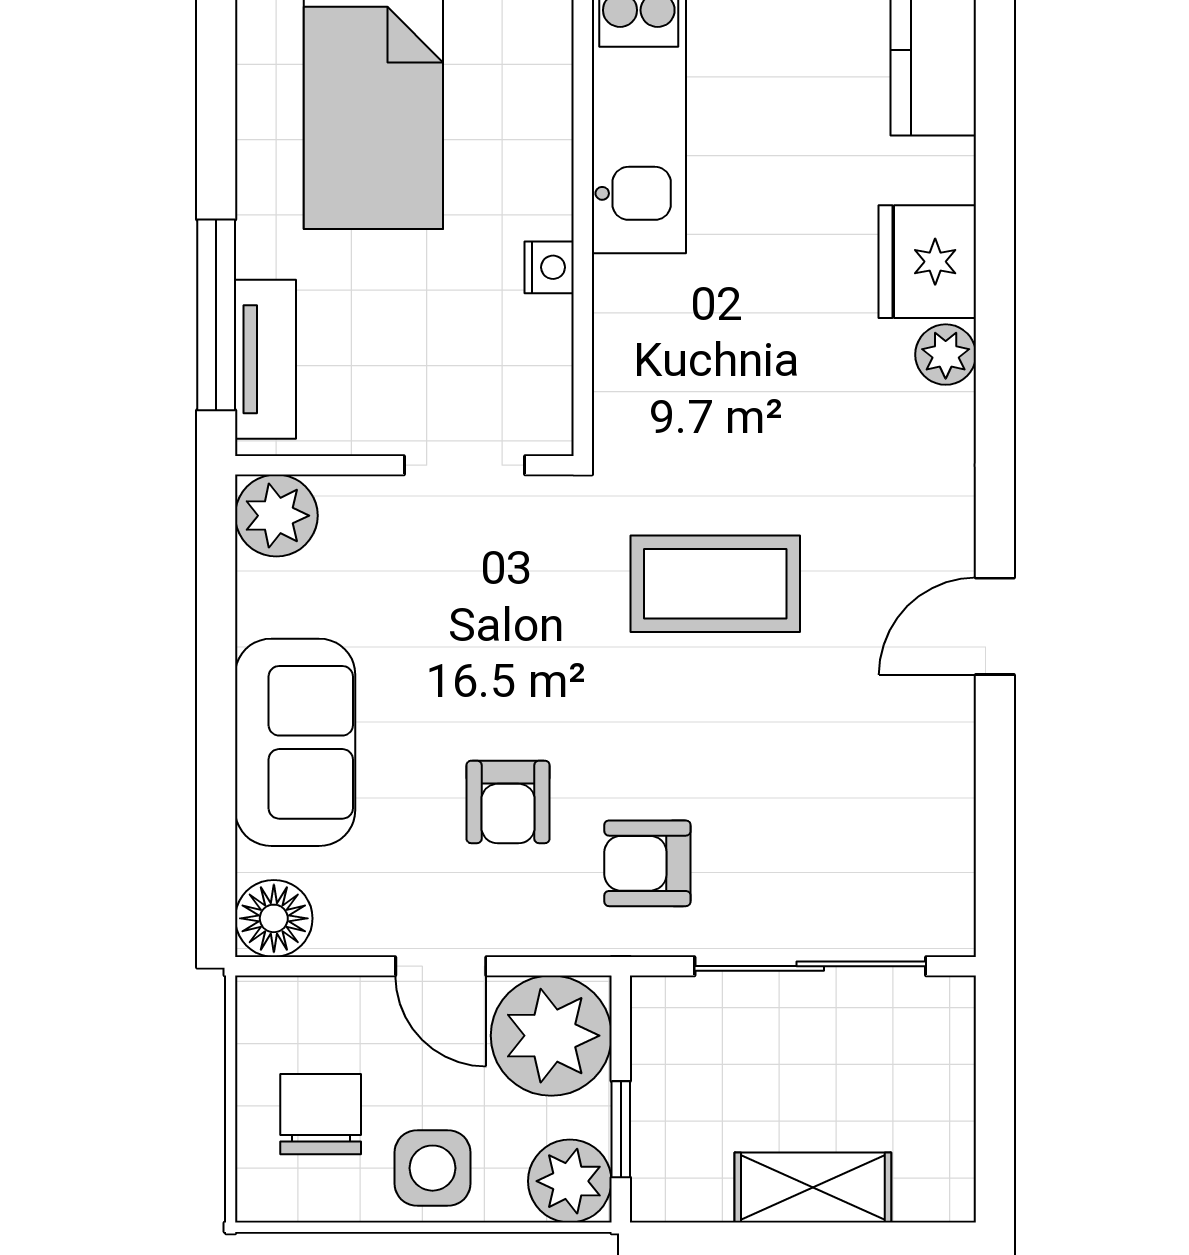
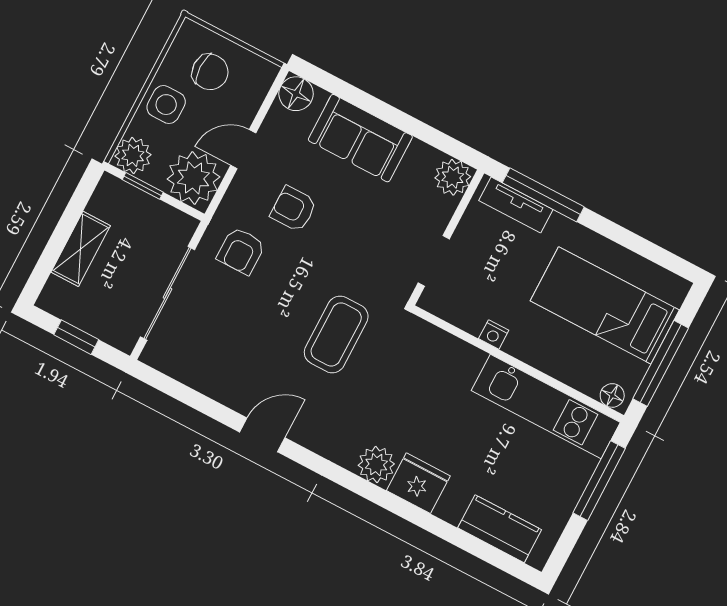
plant: (946, 355) -> (376, 465), width x1.38, depth x1.38
door: (995, 626) -> (262, 435), hinge flipped
armchair: (647, 863) -> (241, 251), turned 180
window: (995, 1103) -> (76, 337), added

